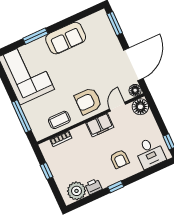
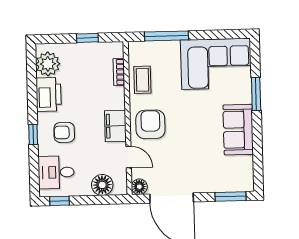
floor lamp: (140, 107) -> (102, 185), moved
printer: (93, 186) -> (49, 94), width x1.87, depth x1.48
window: (116, 187) -> (33, 135), moved

